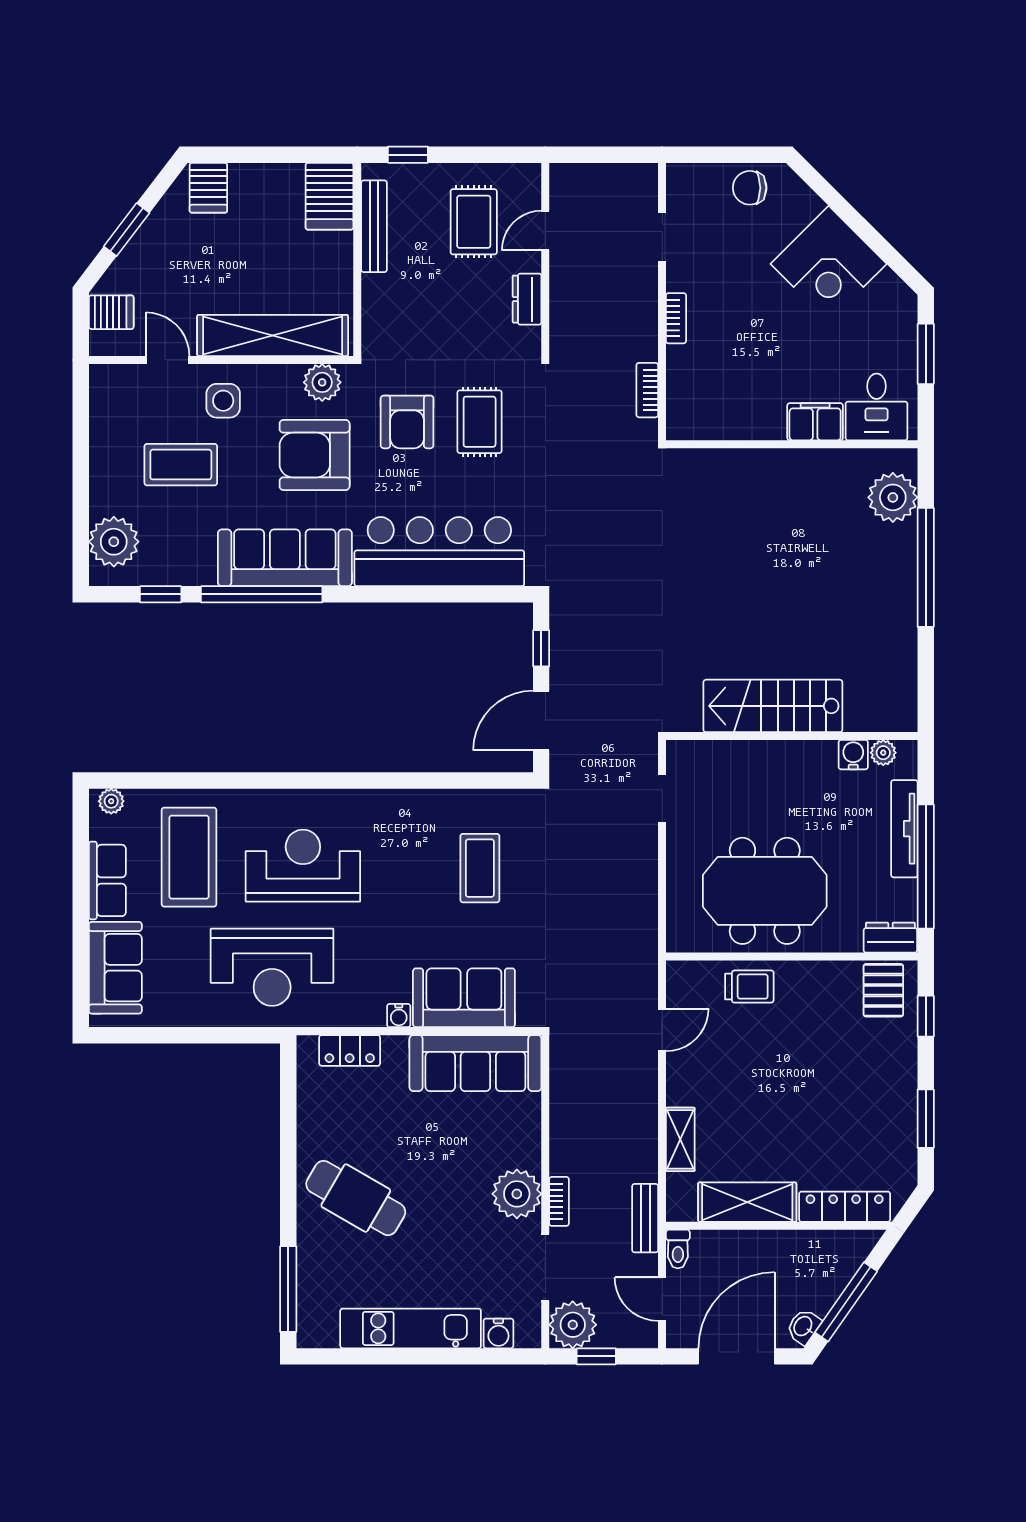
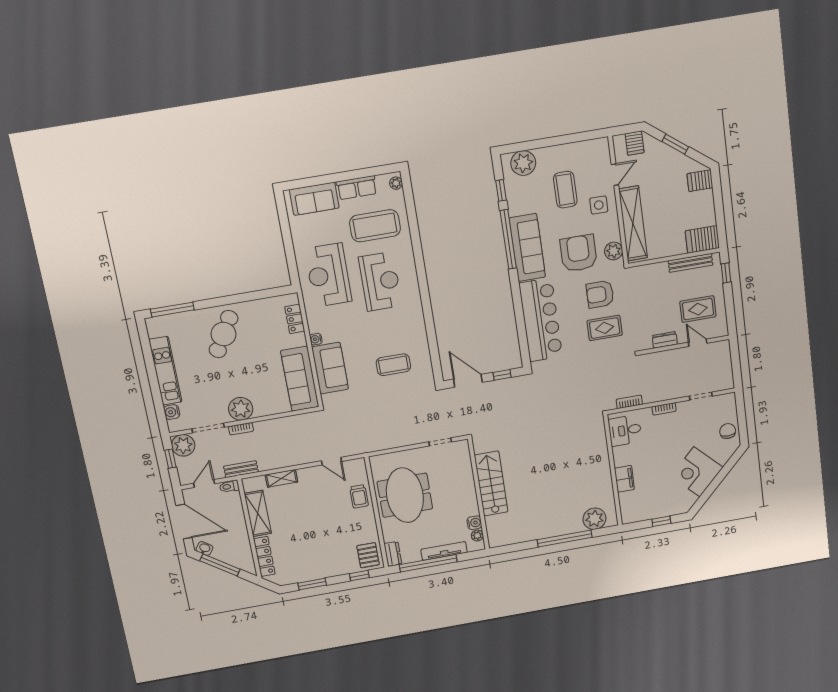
window: (926, 354) -> (661, 521), width x0.67
desk: (877, 407) -> (625, 430), moved
pallet: (883, 990) -> (368, 555), turned 90

